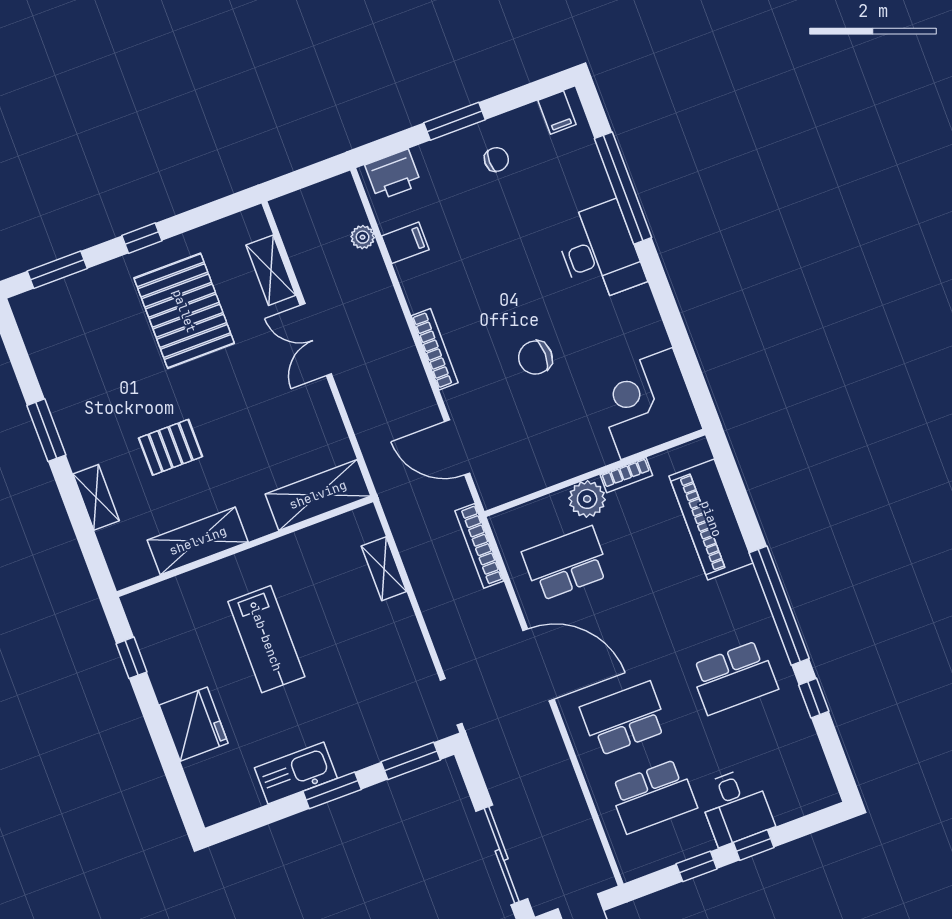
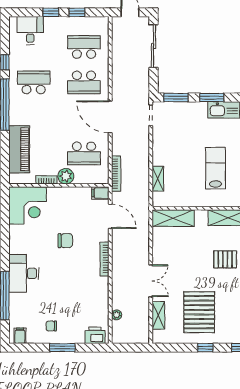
filing cabinet: (405, 243) -> (100, 193), moved
desk: (736, 806) -> (30, 30), moved

